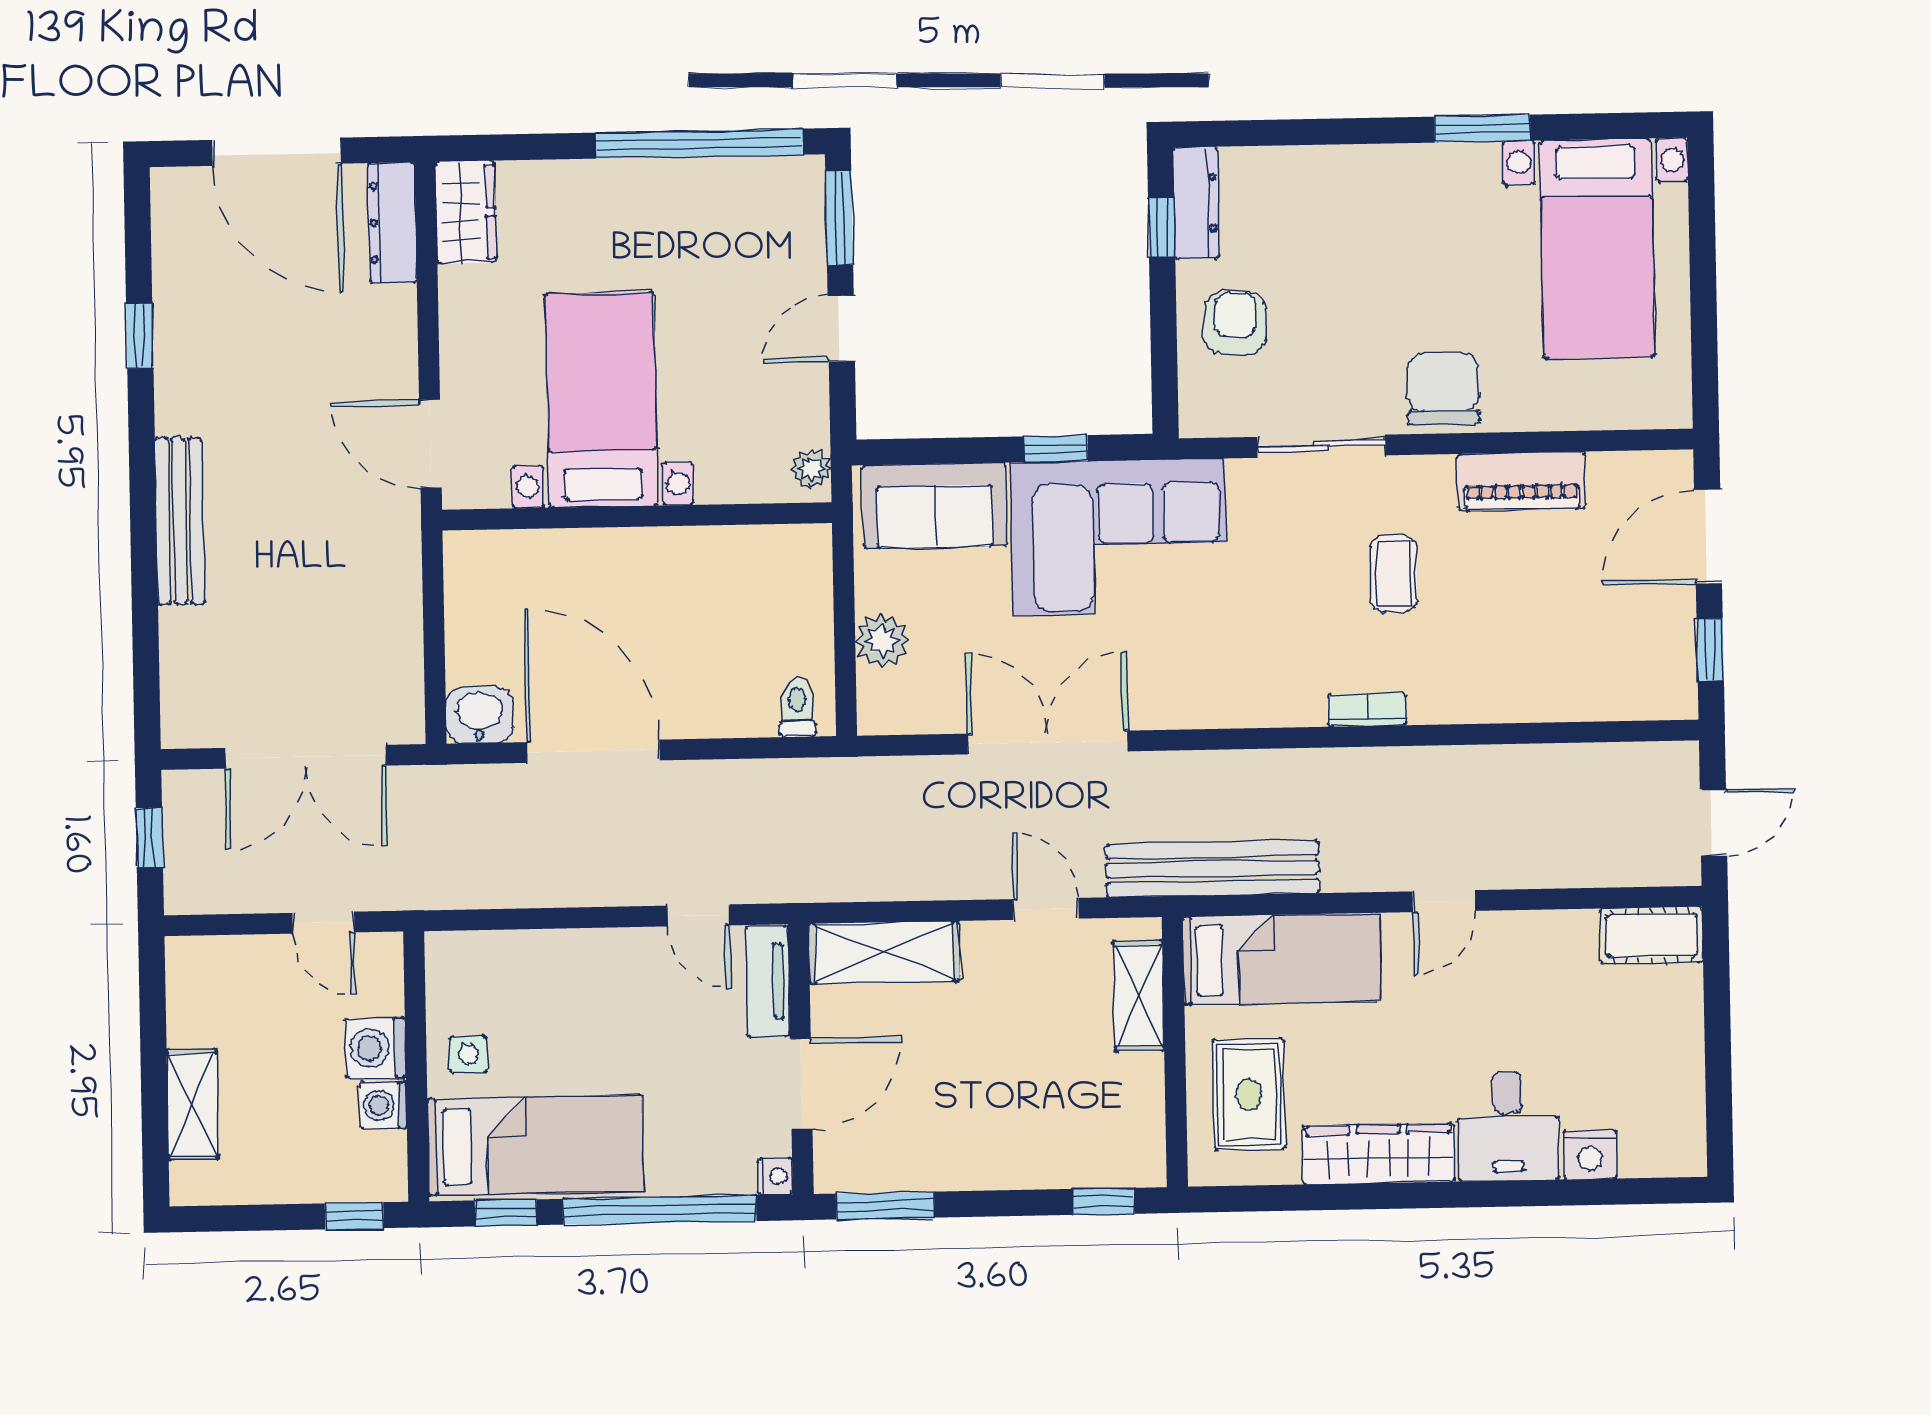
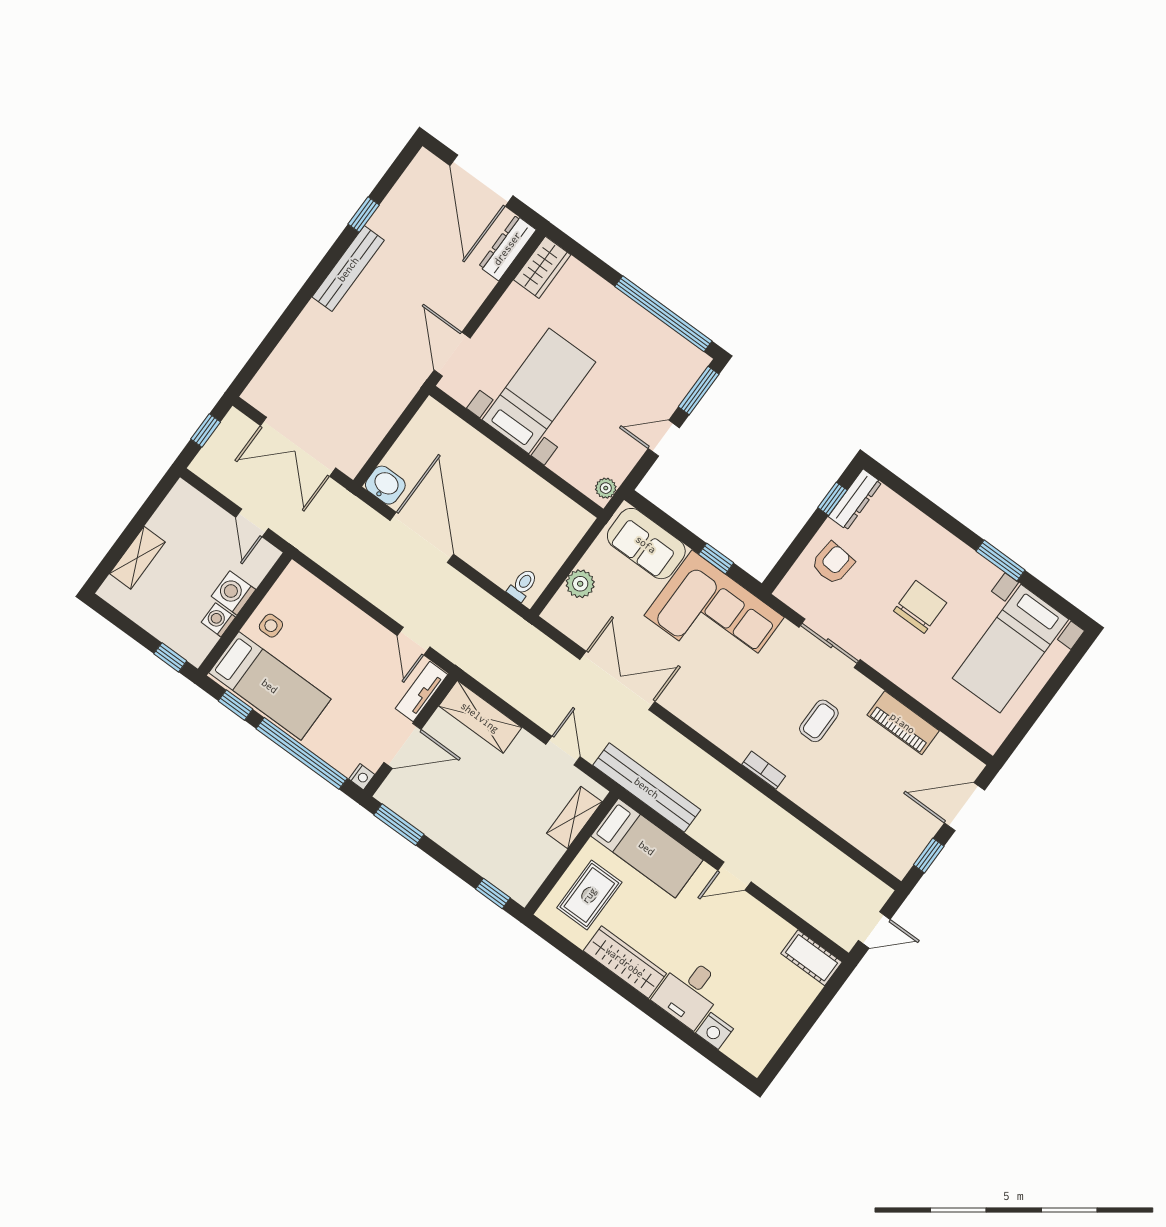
chair: (1443, 389) -> (920, 607), moved
bench: (180, 521) -> (348, 269), moved

